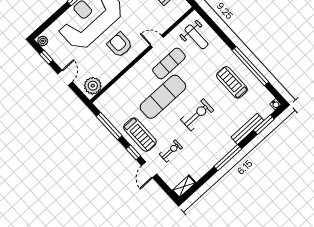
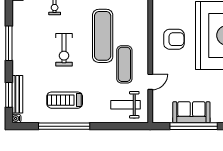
door: (157, 41) -> (150, 82), moved
treadmill: (232, 82) -> (65, 100), turned 180
bench: (247, 129) -> (17, 94), moved

